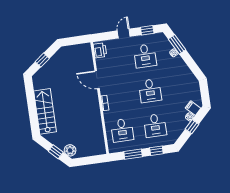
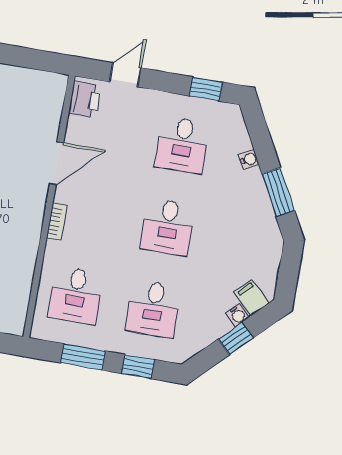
door: (124, 34) -> (125, 75), moved
window: (177, 44) -> (278, 192), moved
door: (97, 80) -> (57, 163), swing flipped

